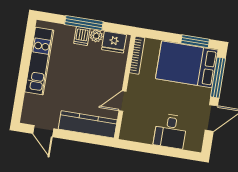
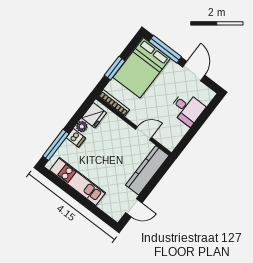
window: (84, 23) -> (56, 145), moved
window: (195, 41) -> (115, 68), moved
door: (122, 101) -> (144, 133), swing flipped

